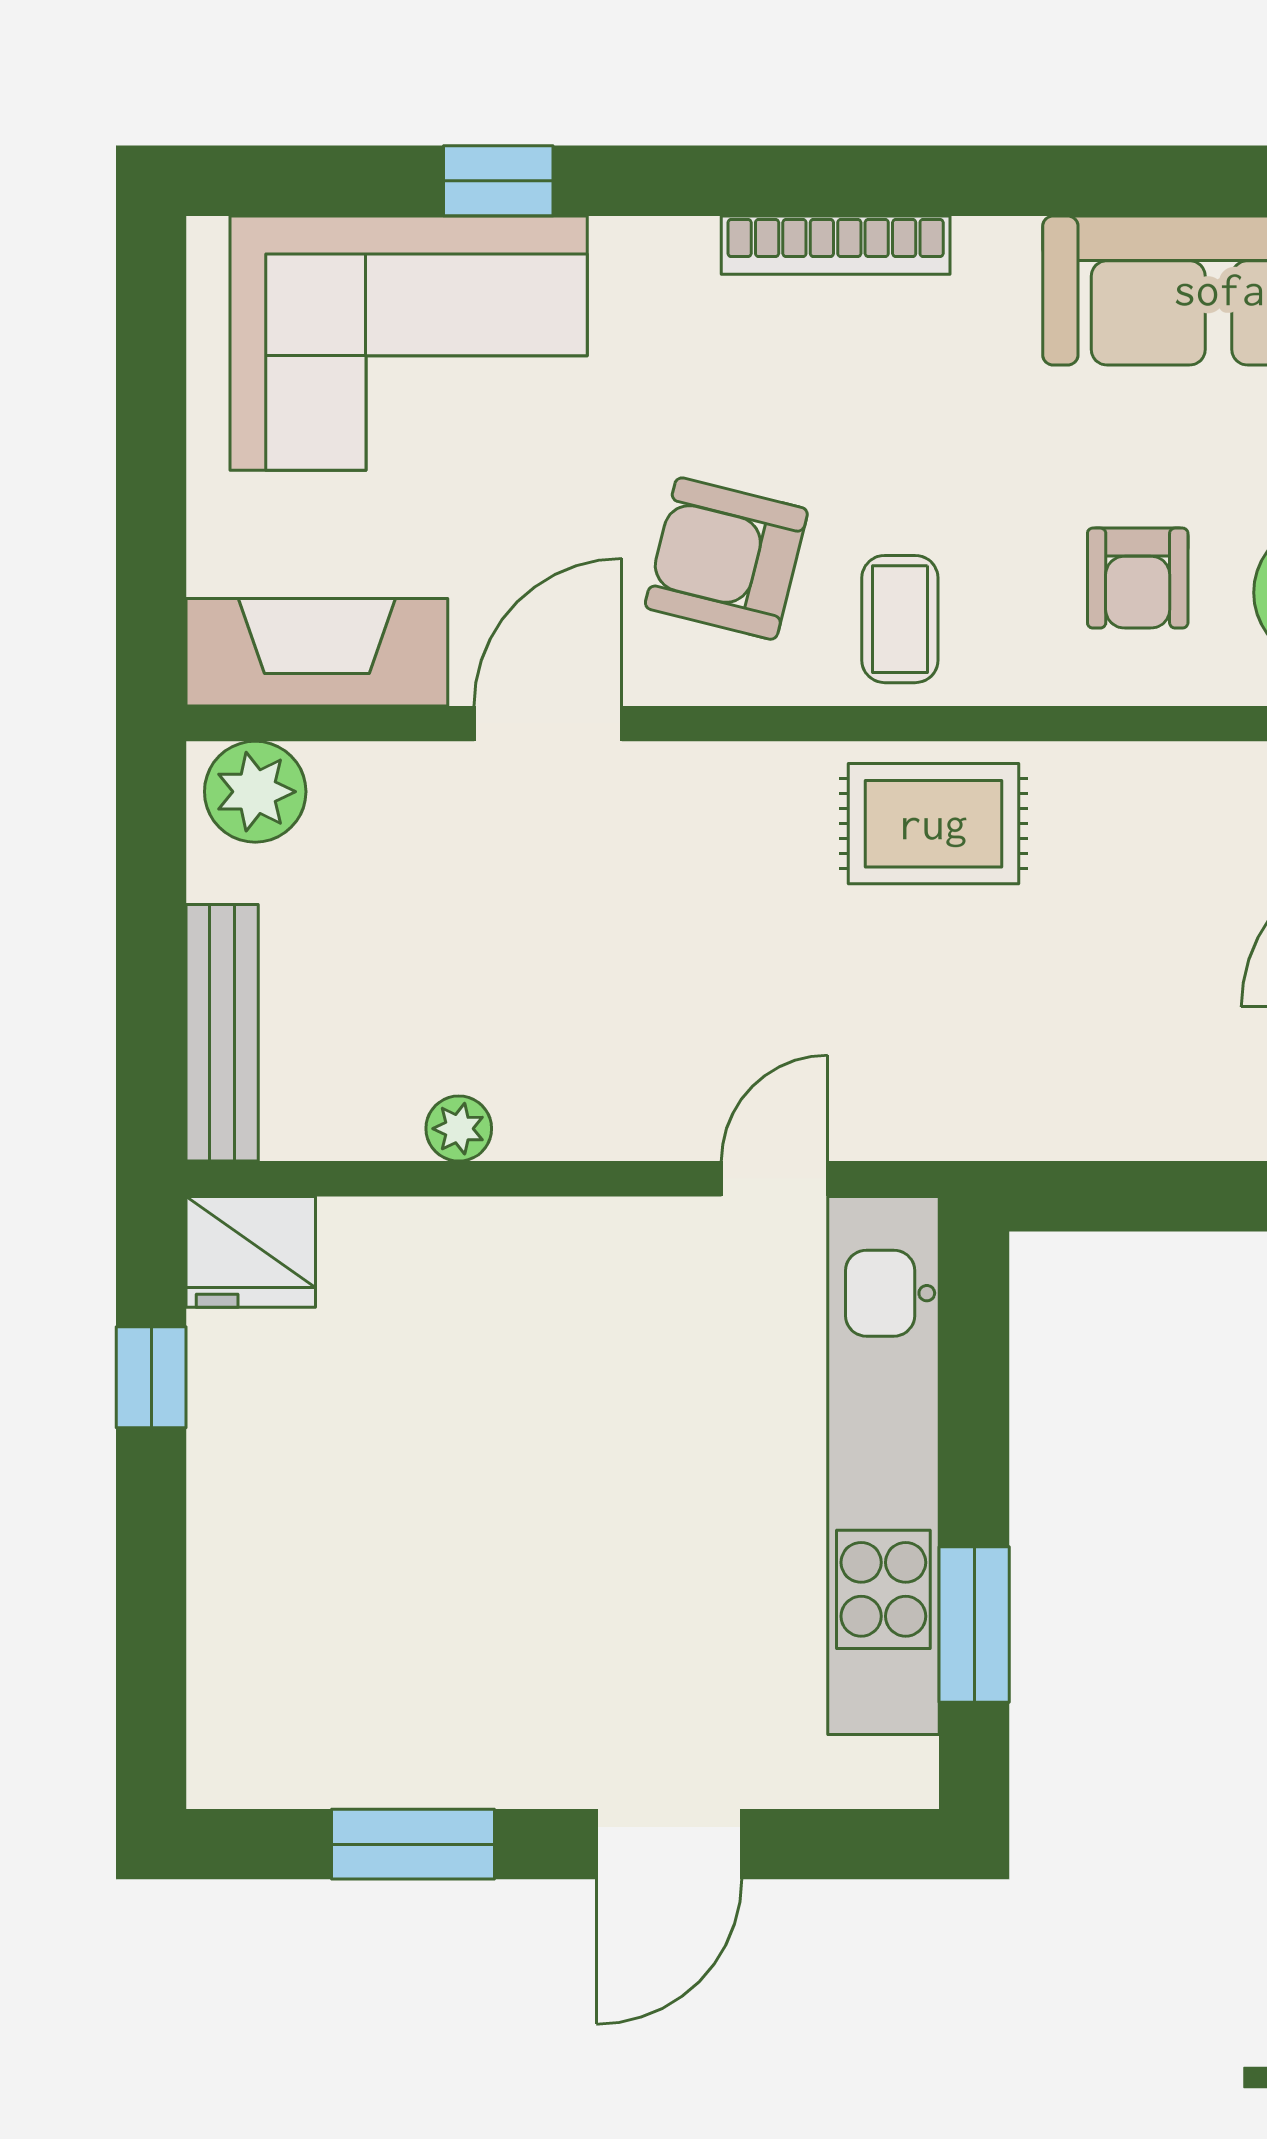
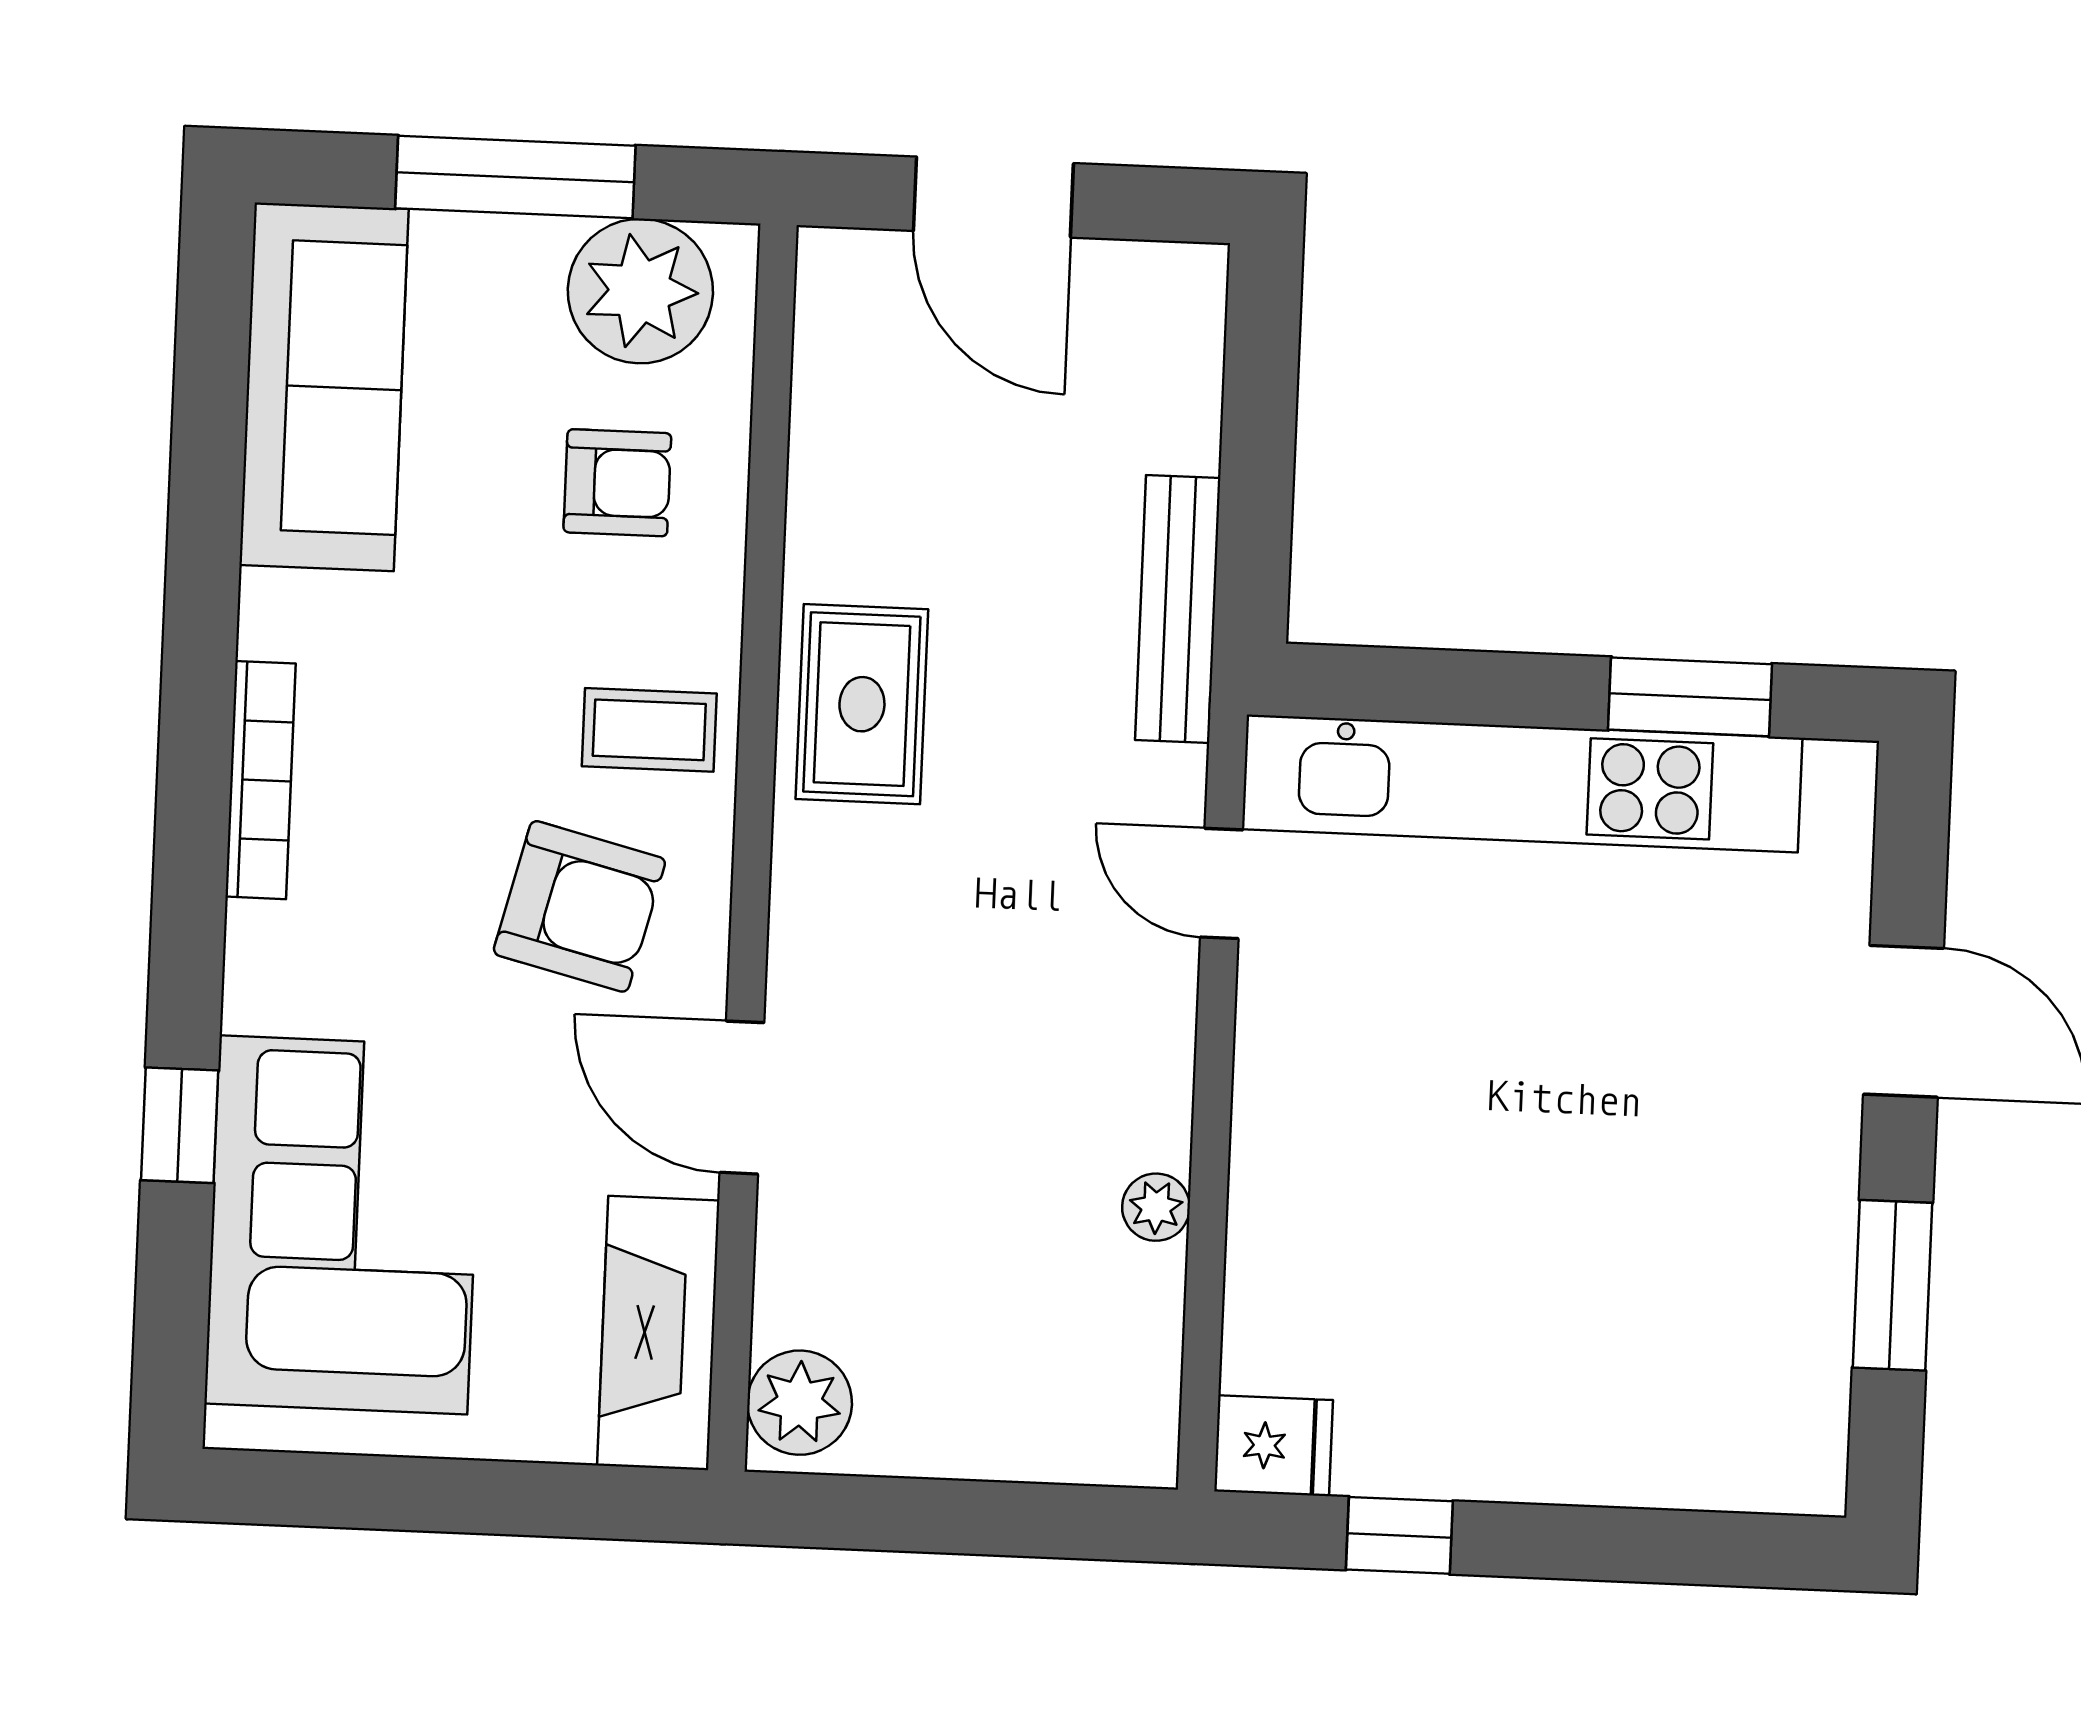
armchair: (726, 559) -> (579, 906), turned -90
bench: (222, 1033) -> (1178, 609), moved, turned 90
fridge: (251, 1252) -> (1274, 1446), width x0.72

